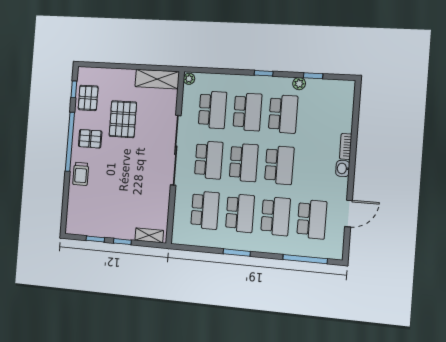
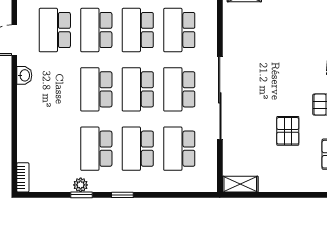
window: (313, 76) -> (82, 195), moved
shelving: (157, 79) -> (240, 184), width x0.67, depth x0.75
plant: (189, 79) -> (210, 184), removed
pallet: (123, 119) -> (288, 131), width x0.67, depth x0.71
bookcase: (346, 146) -> (23, 177), moved
washbasin: (343, 169) -> (24, 75), moved

